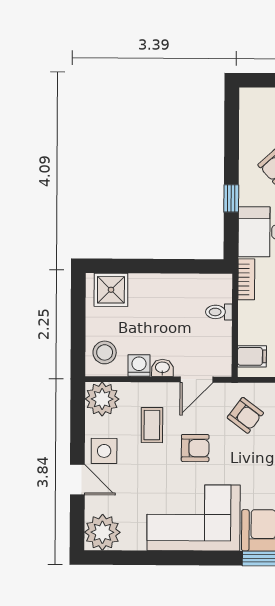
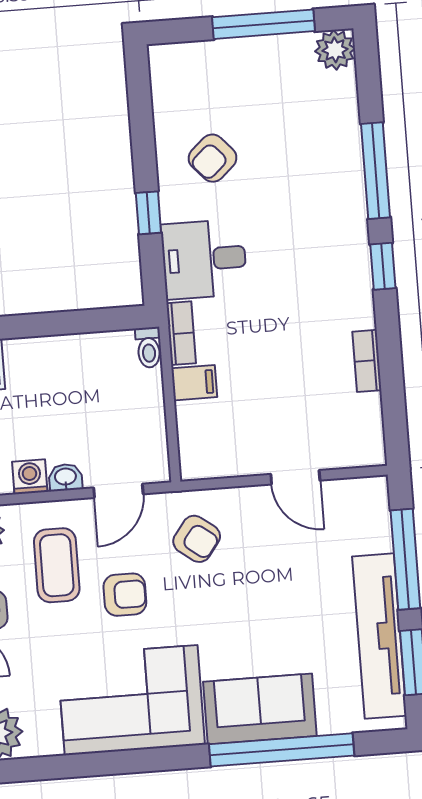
toilet: (219, 312) -> (149, 347), moved, turned -90
filing cabinet: (252, 356) -> (194, 383), moved
coffee table: (152, 425) -> (57, 565), width x1.36, depth x1.30

